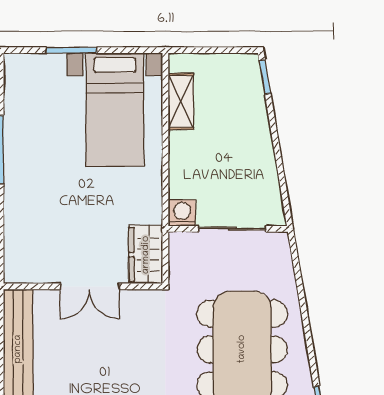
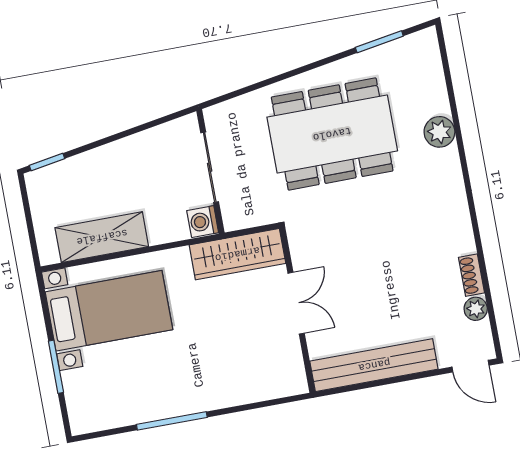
shelving: (181, 101) -> (102, 237), width x1.50, depth x1.33
wardrobe: (146, 255) -> (237, 254), width x1.50

